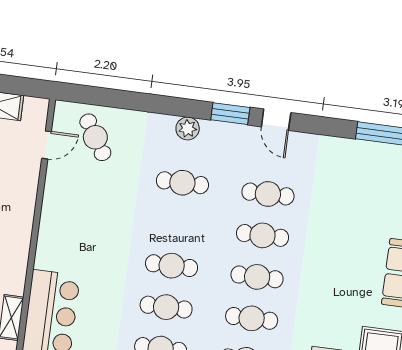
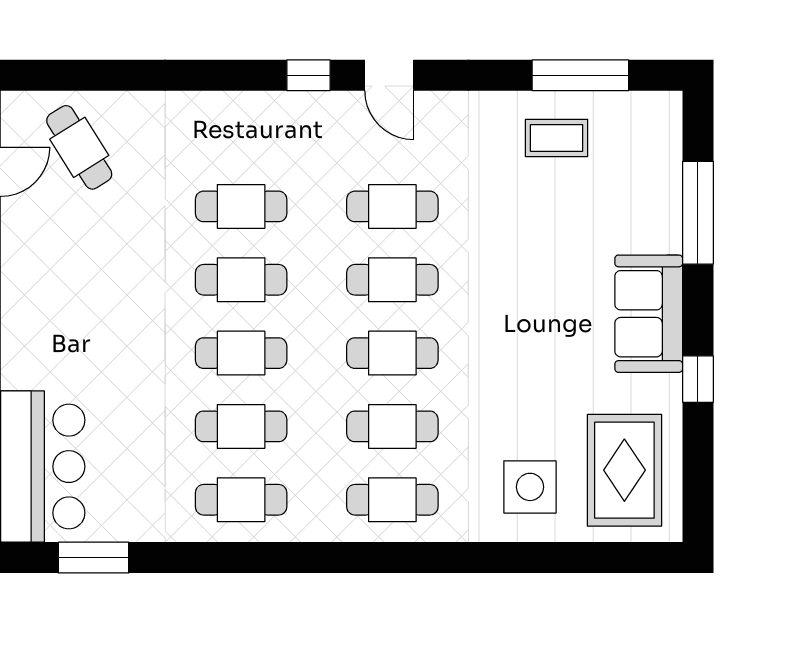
window: (230, 114) -> (308, 75), width x0.67
plant: (188, 129) -> (238, 111), removed
coffee table: (366, 167) -> (557, 138), added
cafe table: (177, 224) -> (241, 280), added

